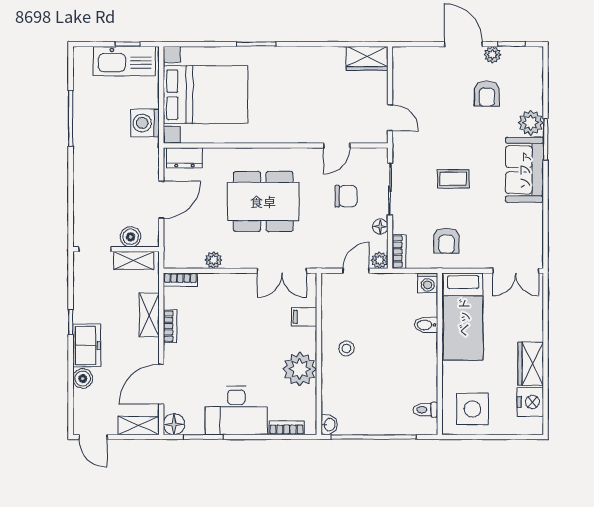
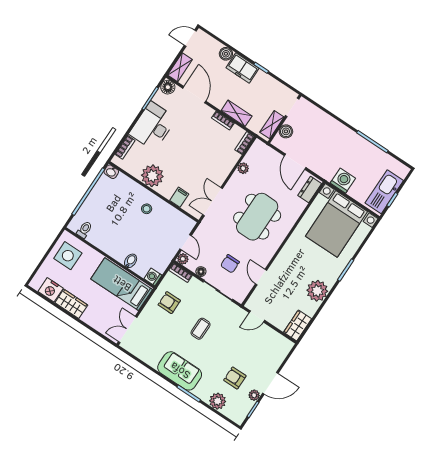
plant: (307, 63) -> (317, 291), added
plant: (531, 123) -> (218, 401), moved

